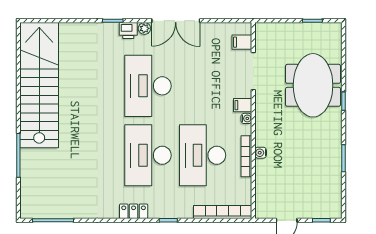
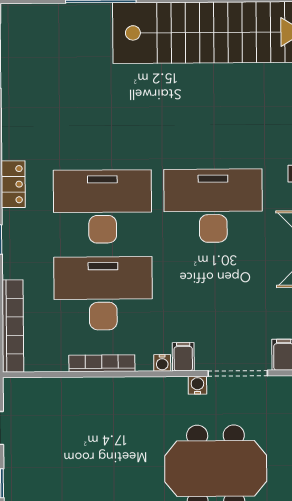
water cooler: (261, 153) -> (197, 385), moved

